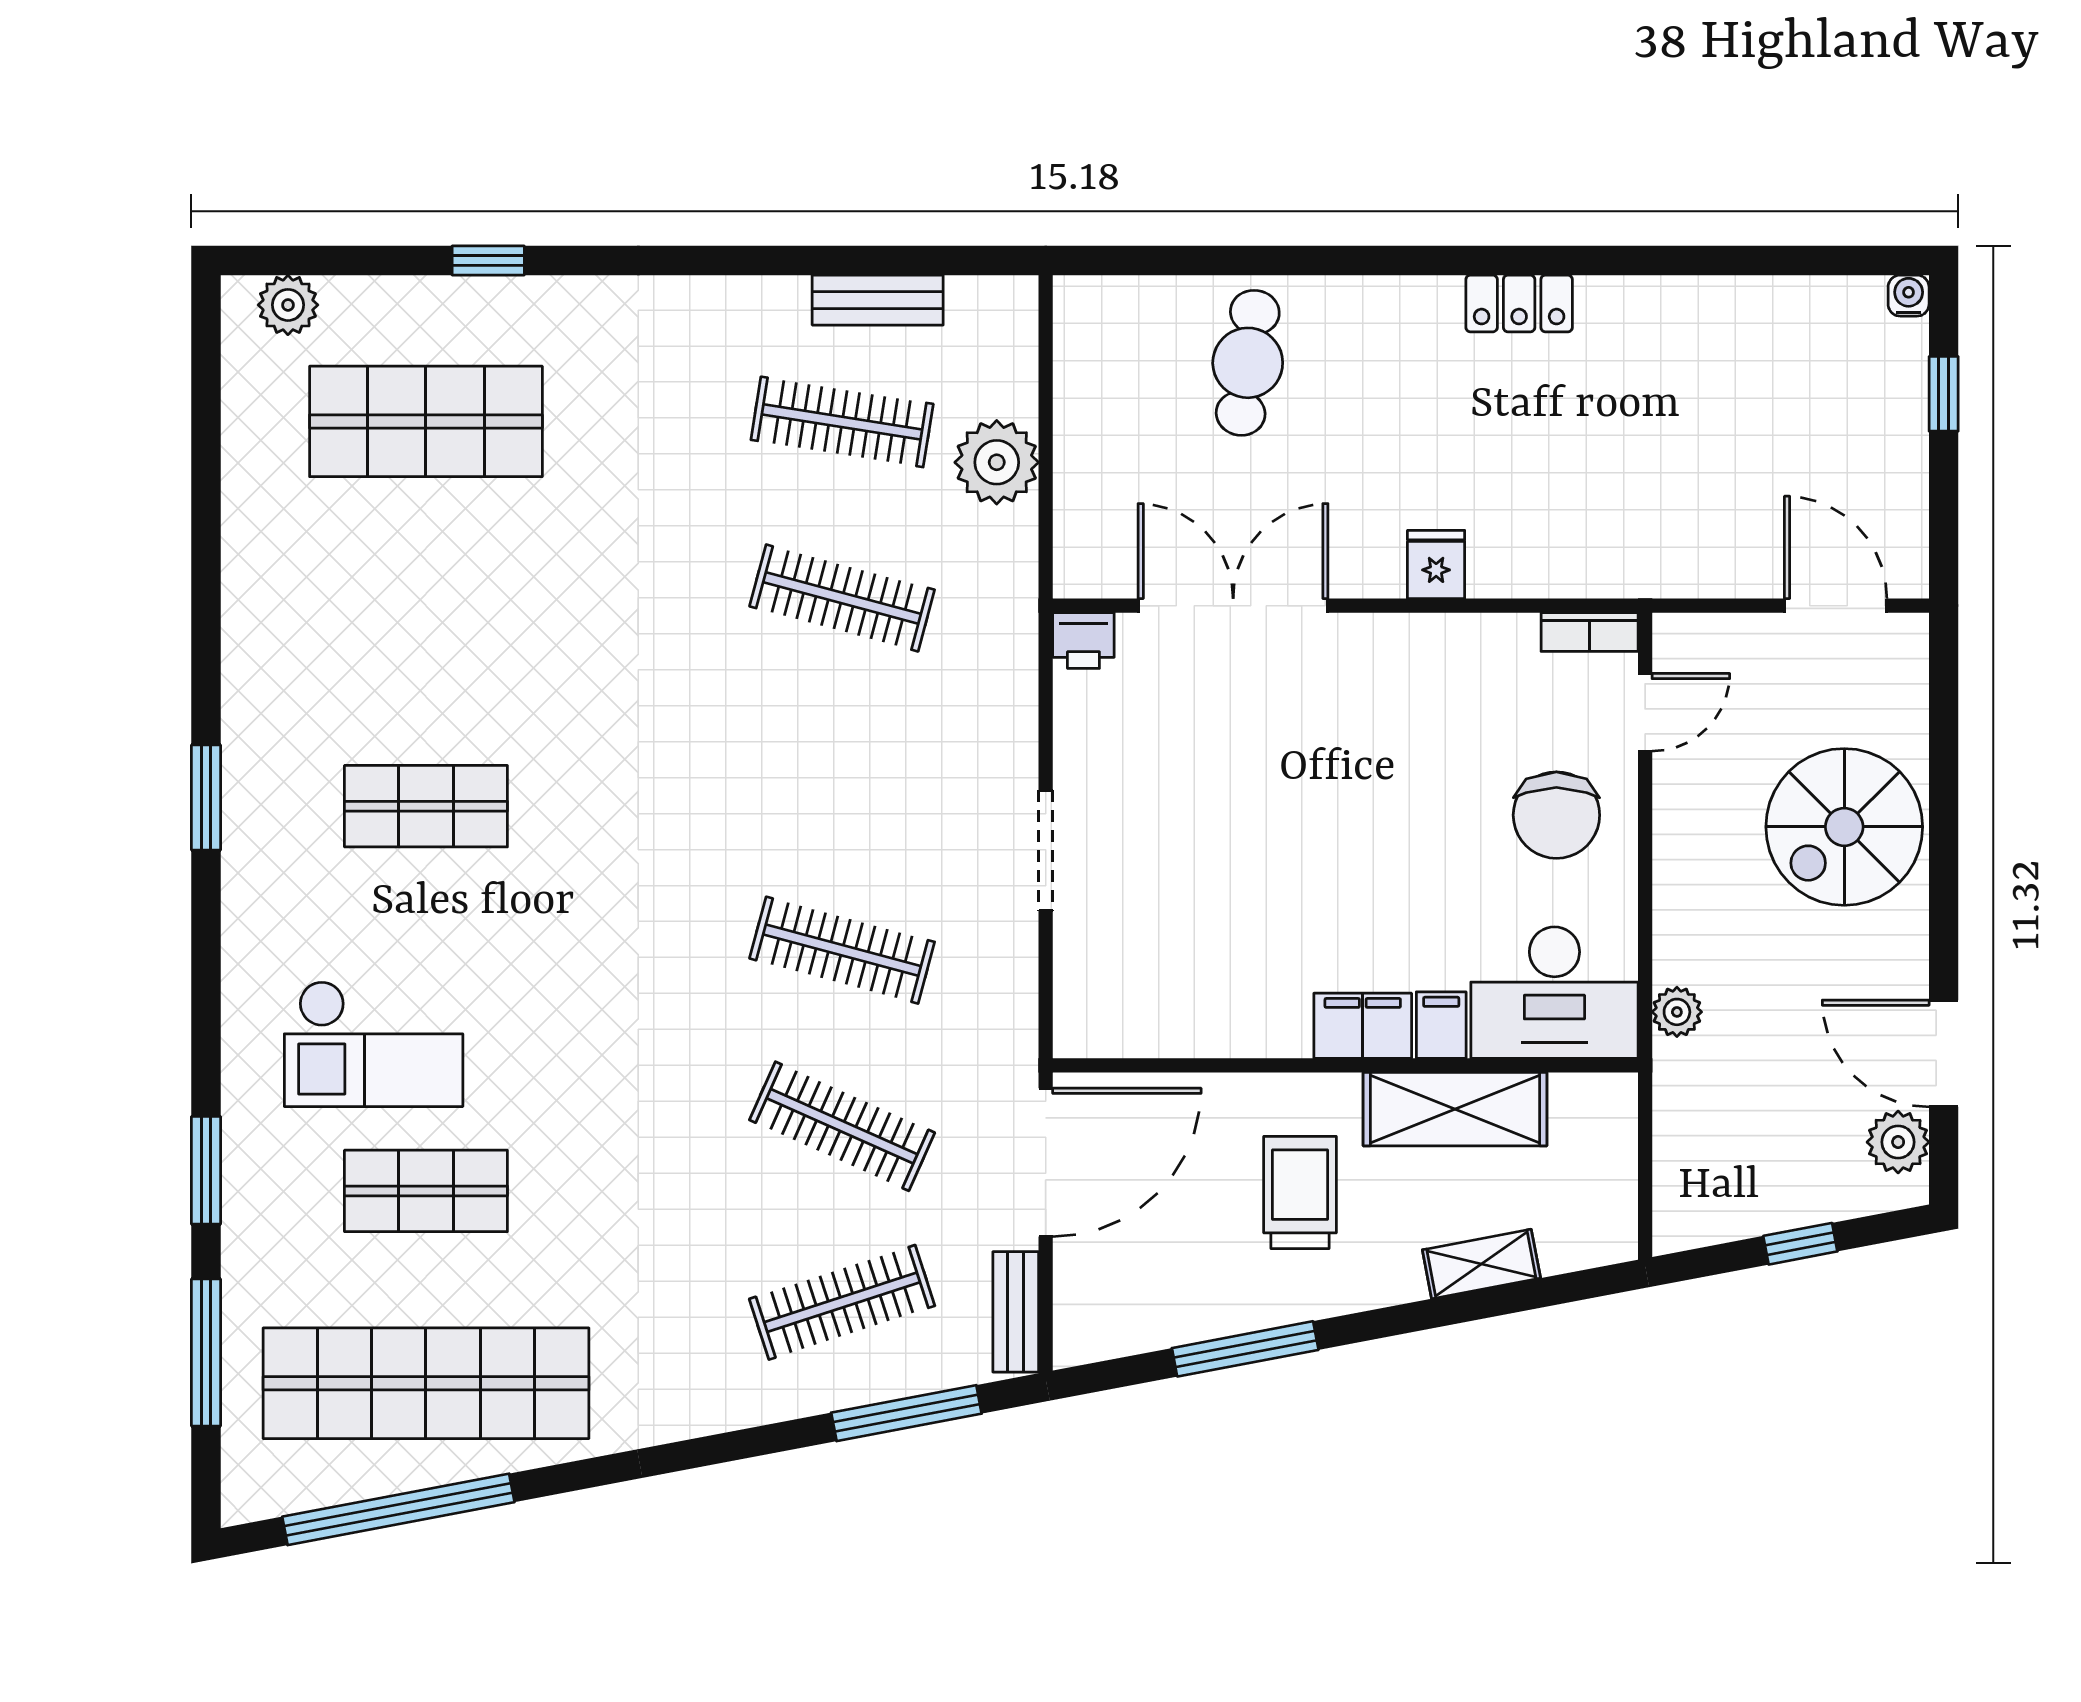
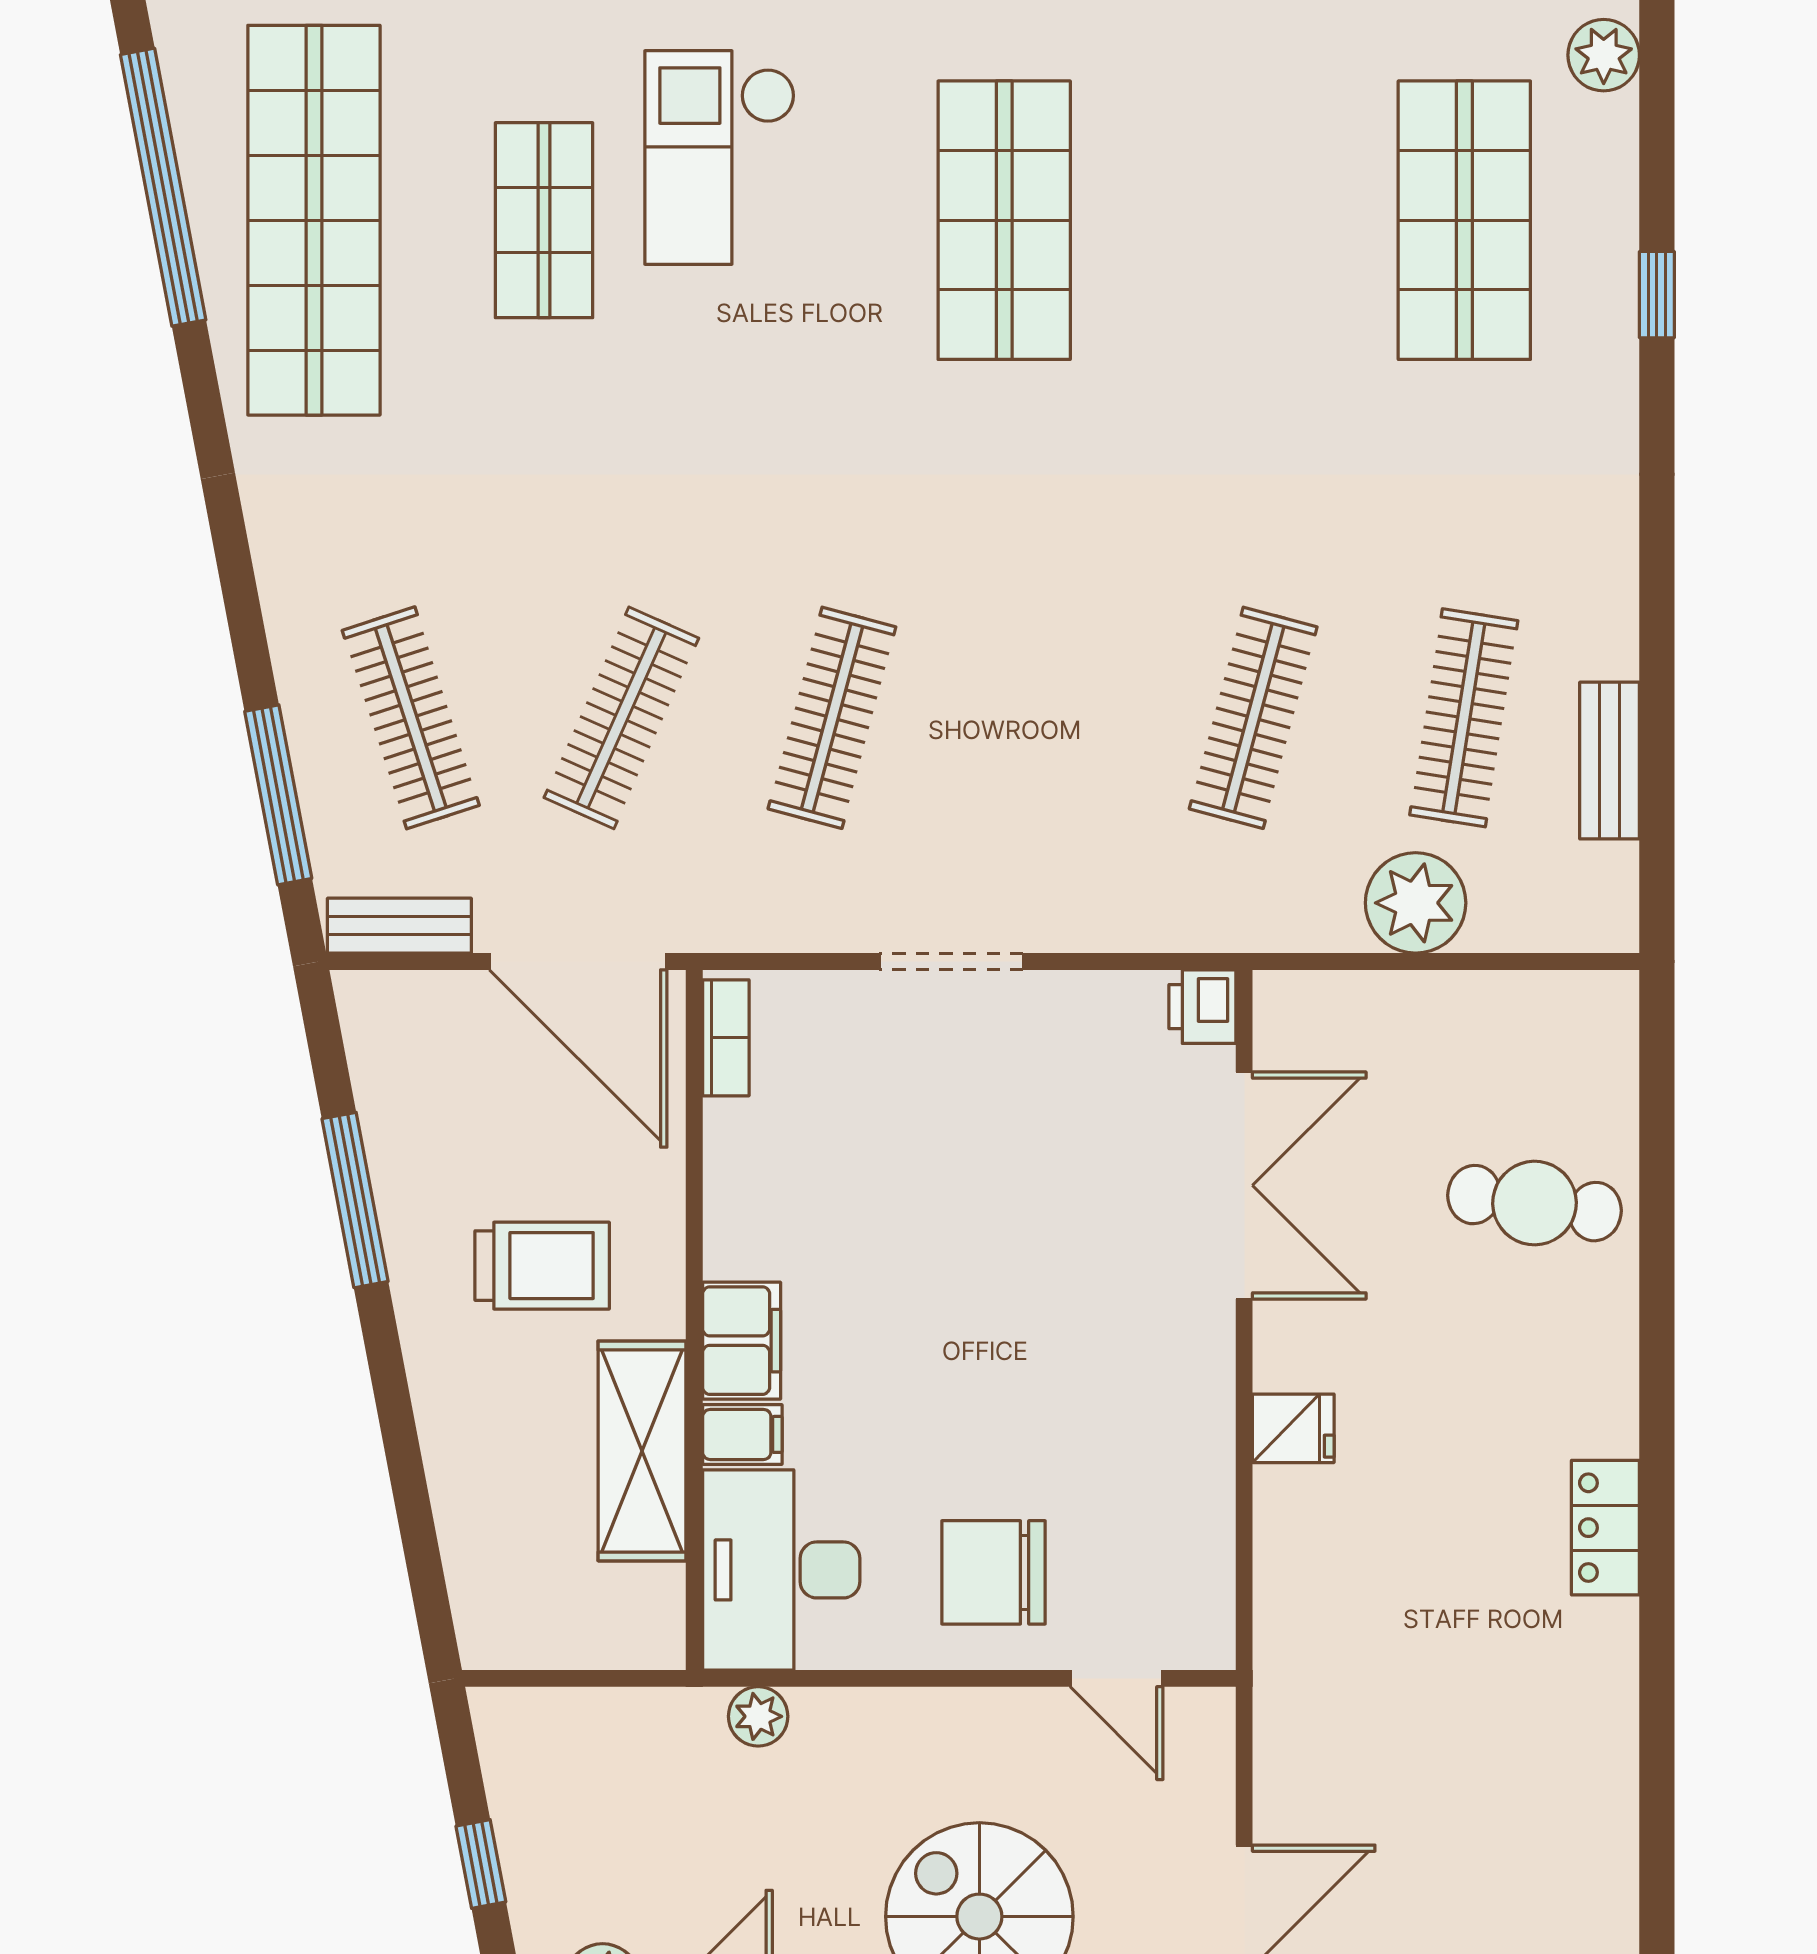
bookcase: (1590, 632) -> (726, 1038), moved, turned 180
shop shelf: (426, 806) -> (1004, 220), width x1.43, depth x1.36
shelving: (1481, 1264) -> (457, 1483), removed

